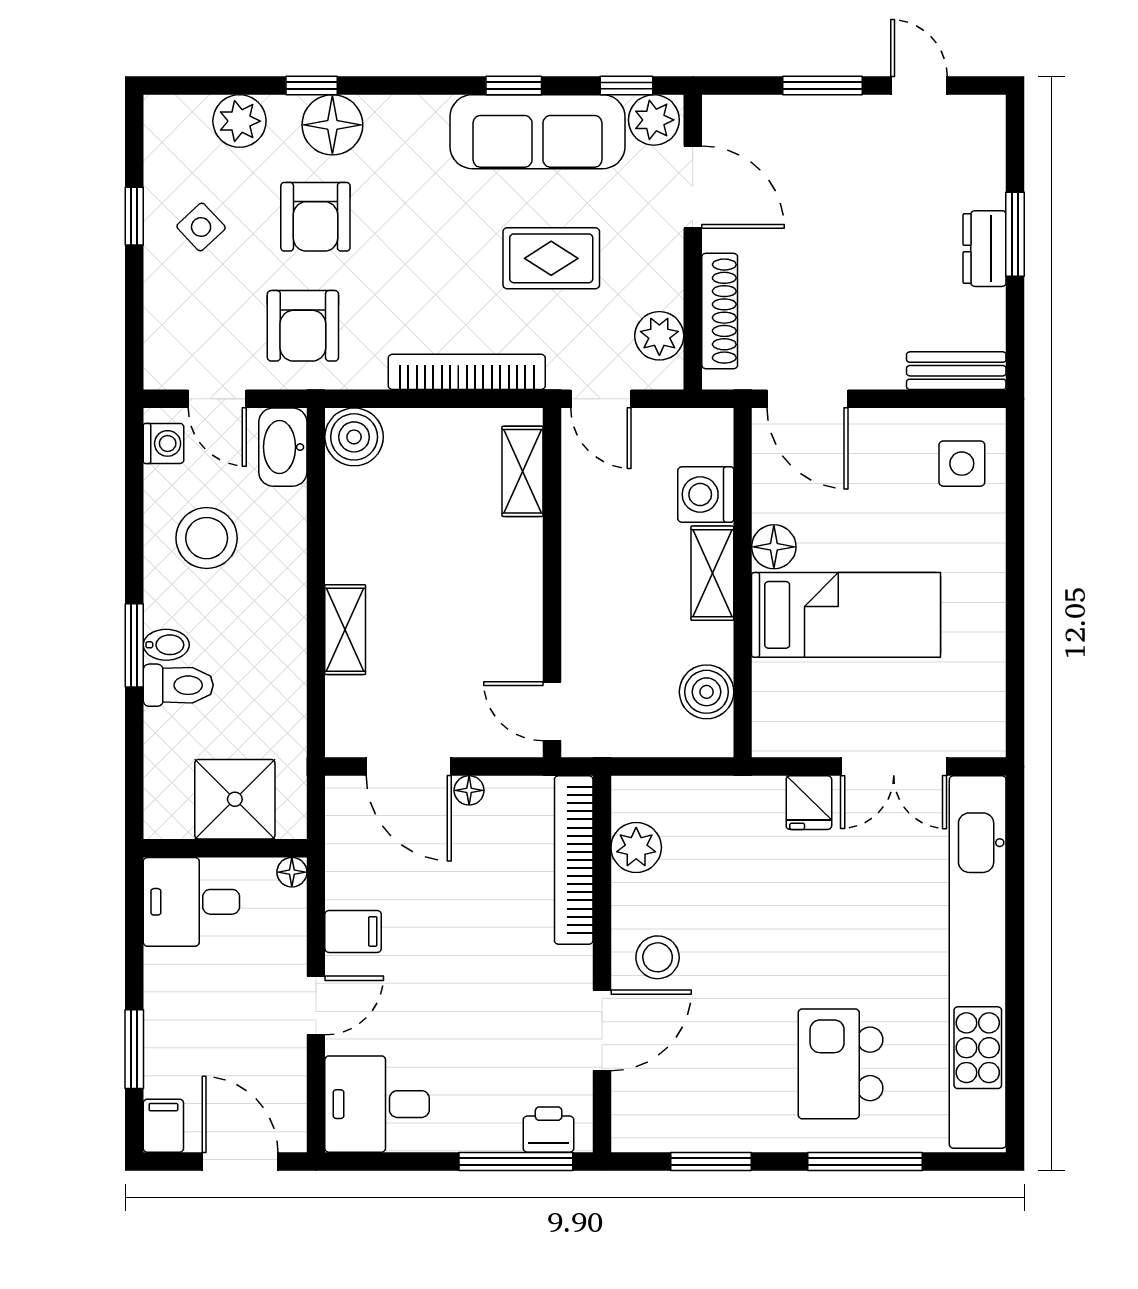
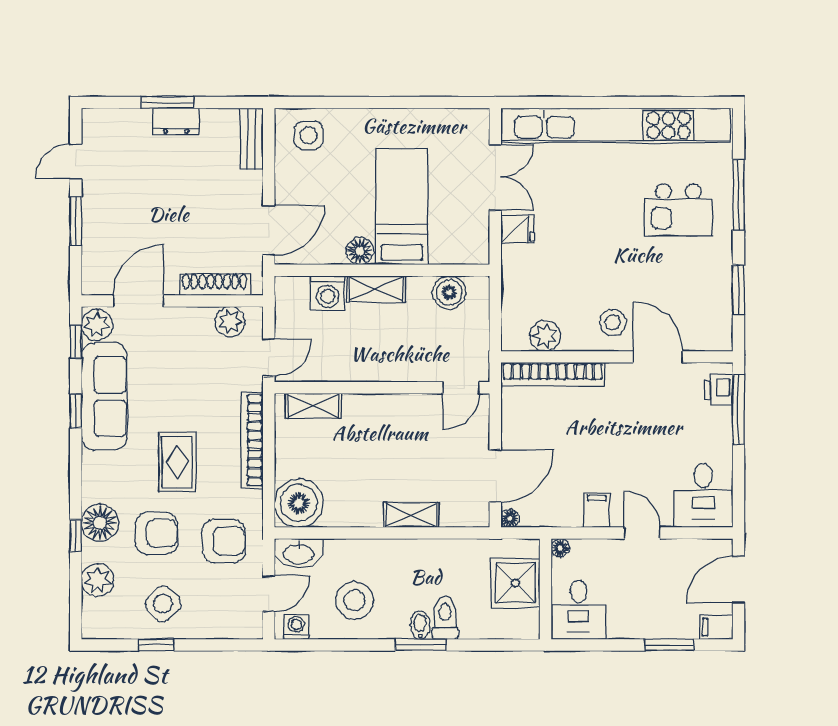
side table: (201, 227) -> (163, 604), width x1.37, depth x1.37
rug: (551, 258) -> (177, 462), moved
boiler: (354, 437) -> (299, 503), width x1.37, depth x1.37
floor lamp: (469, 790) -> (510, 518), moved

